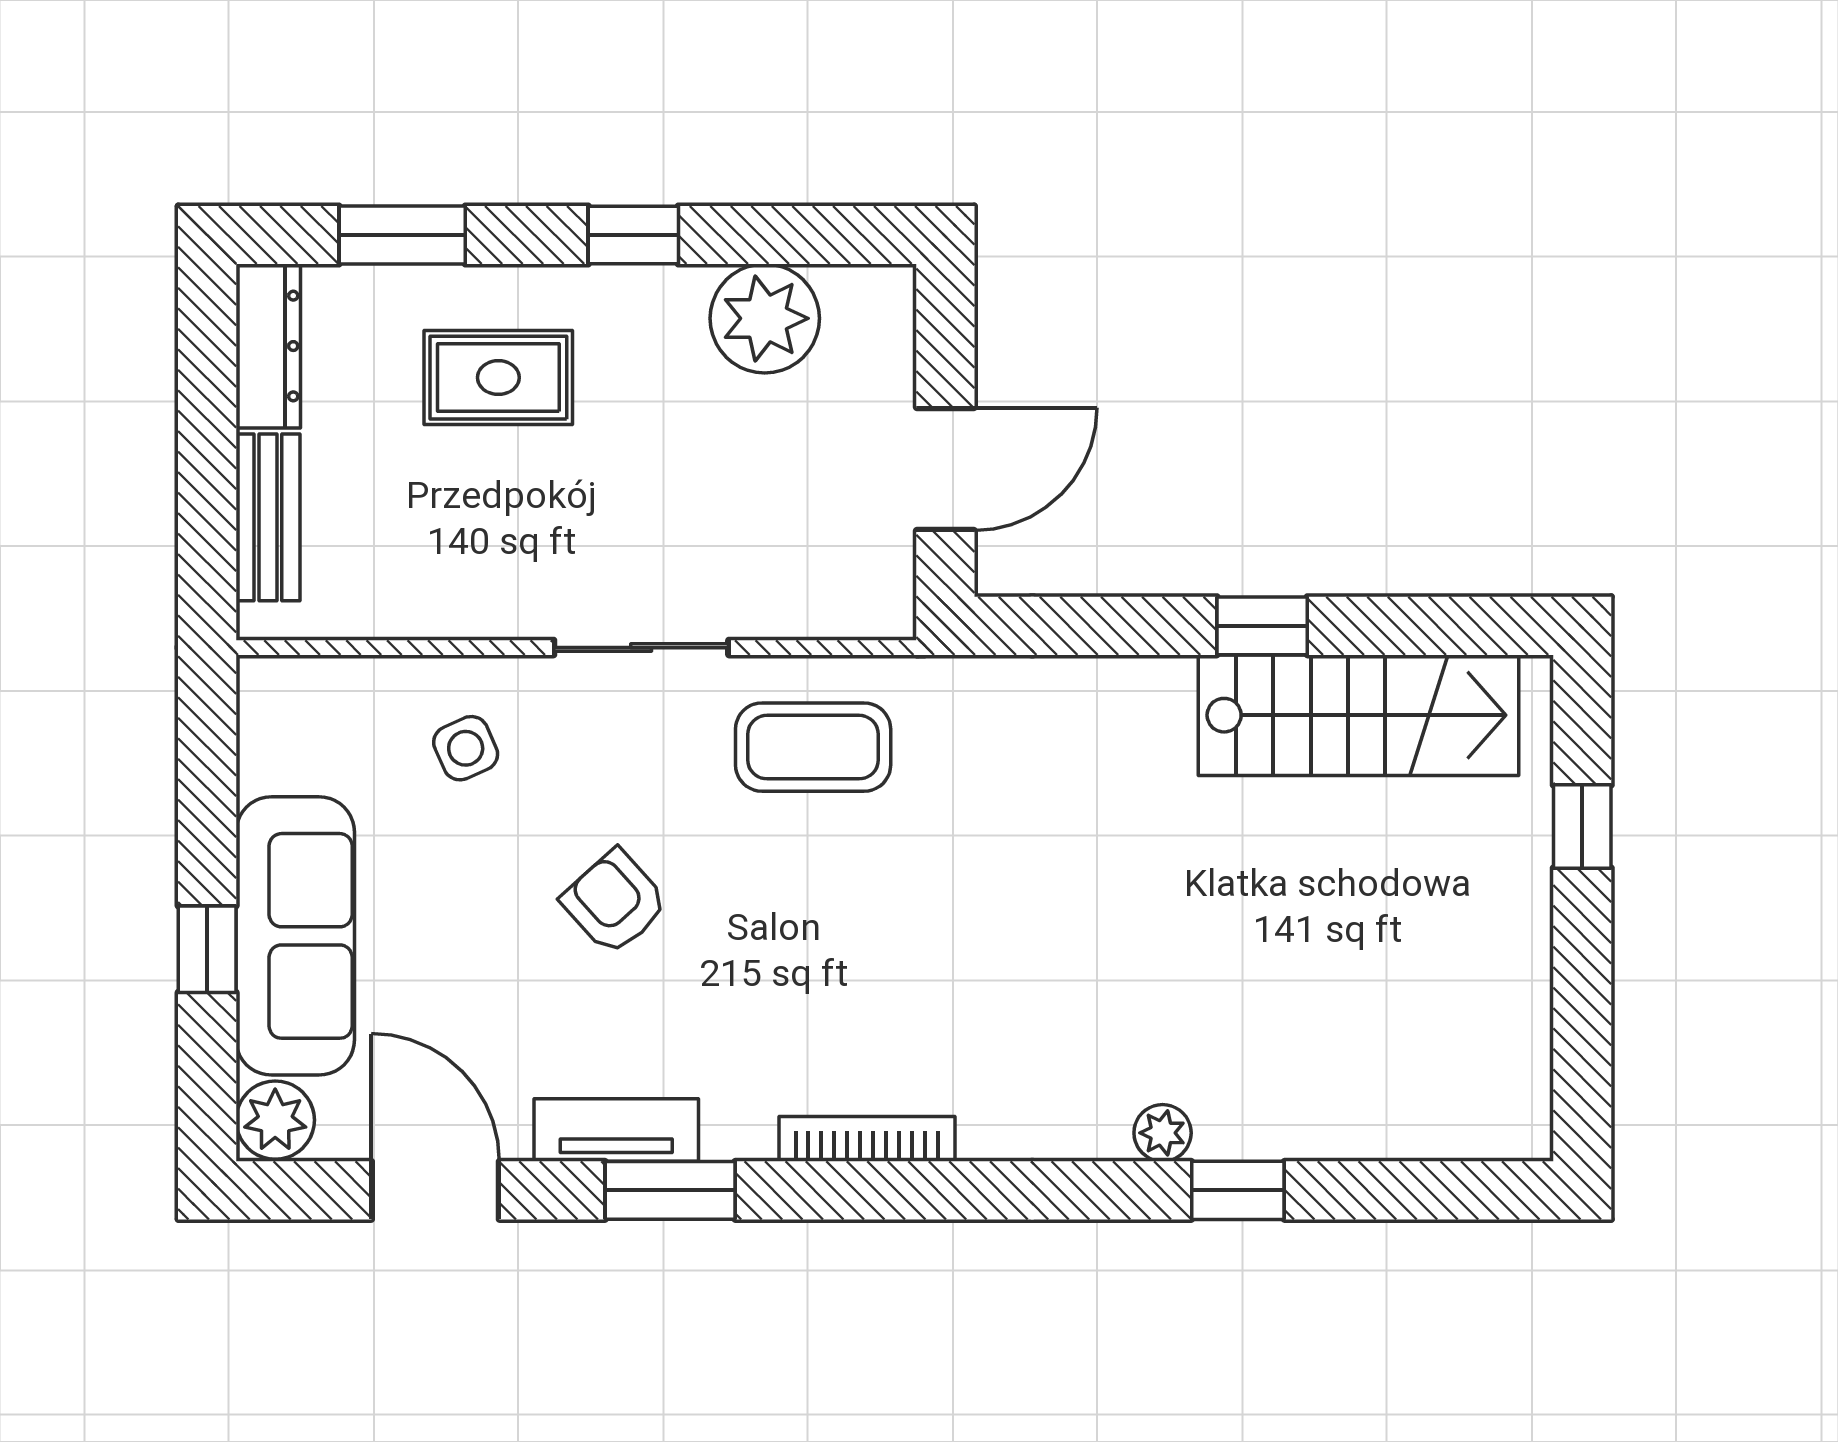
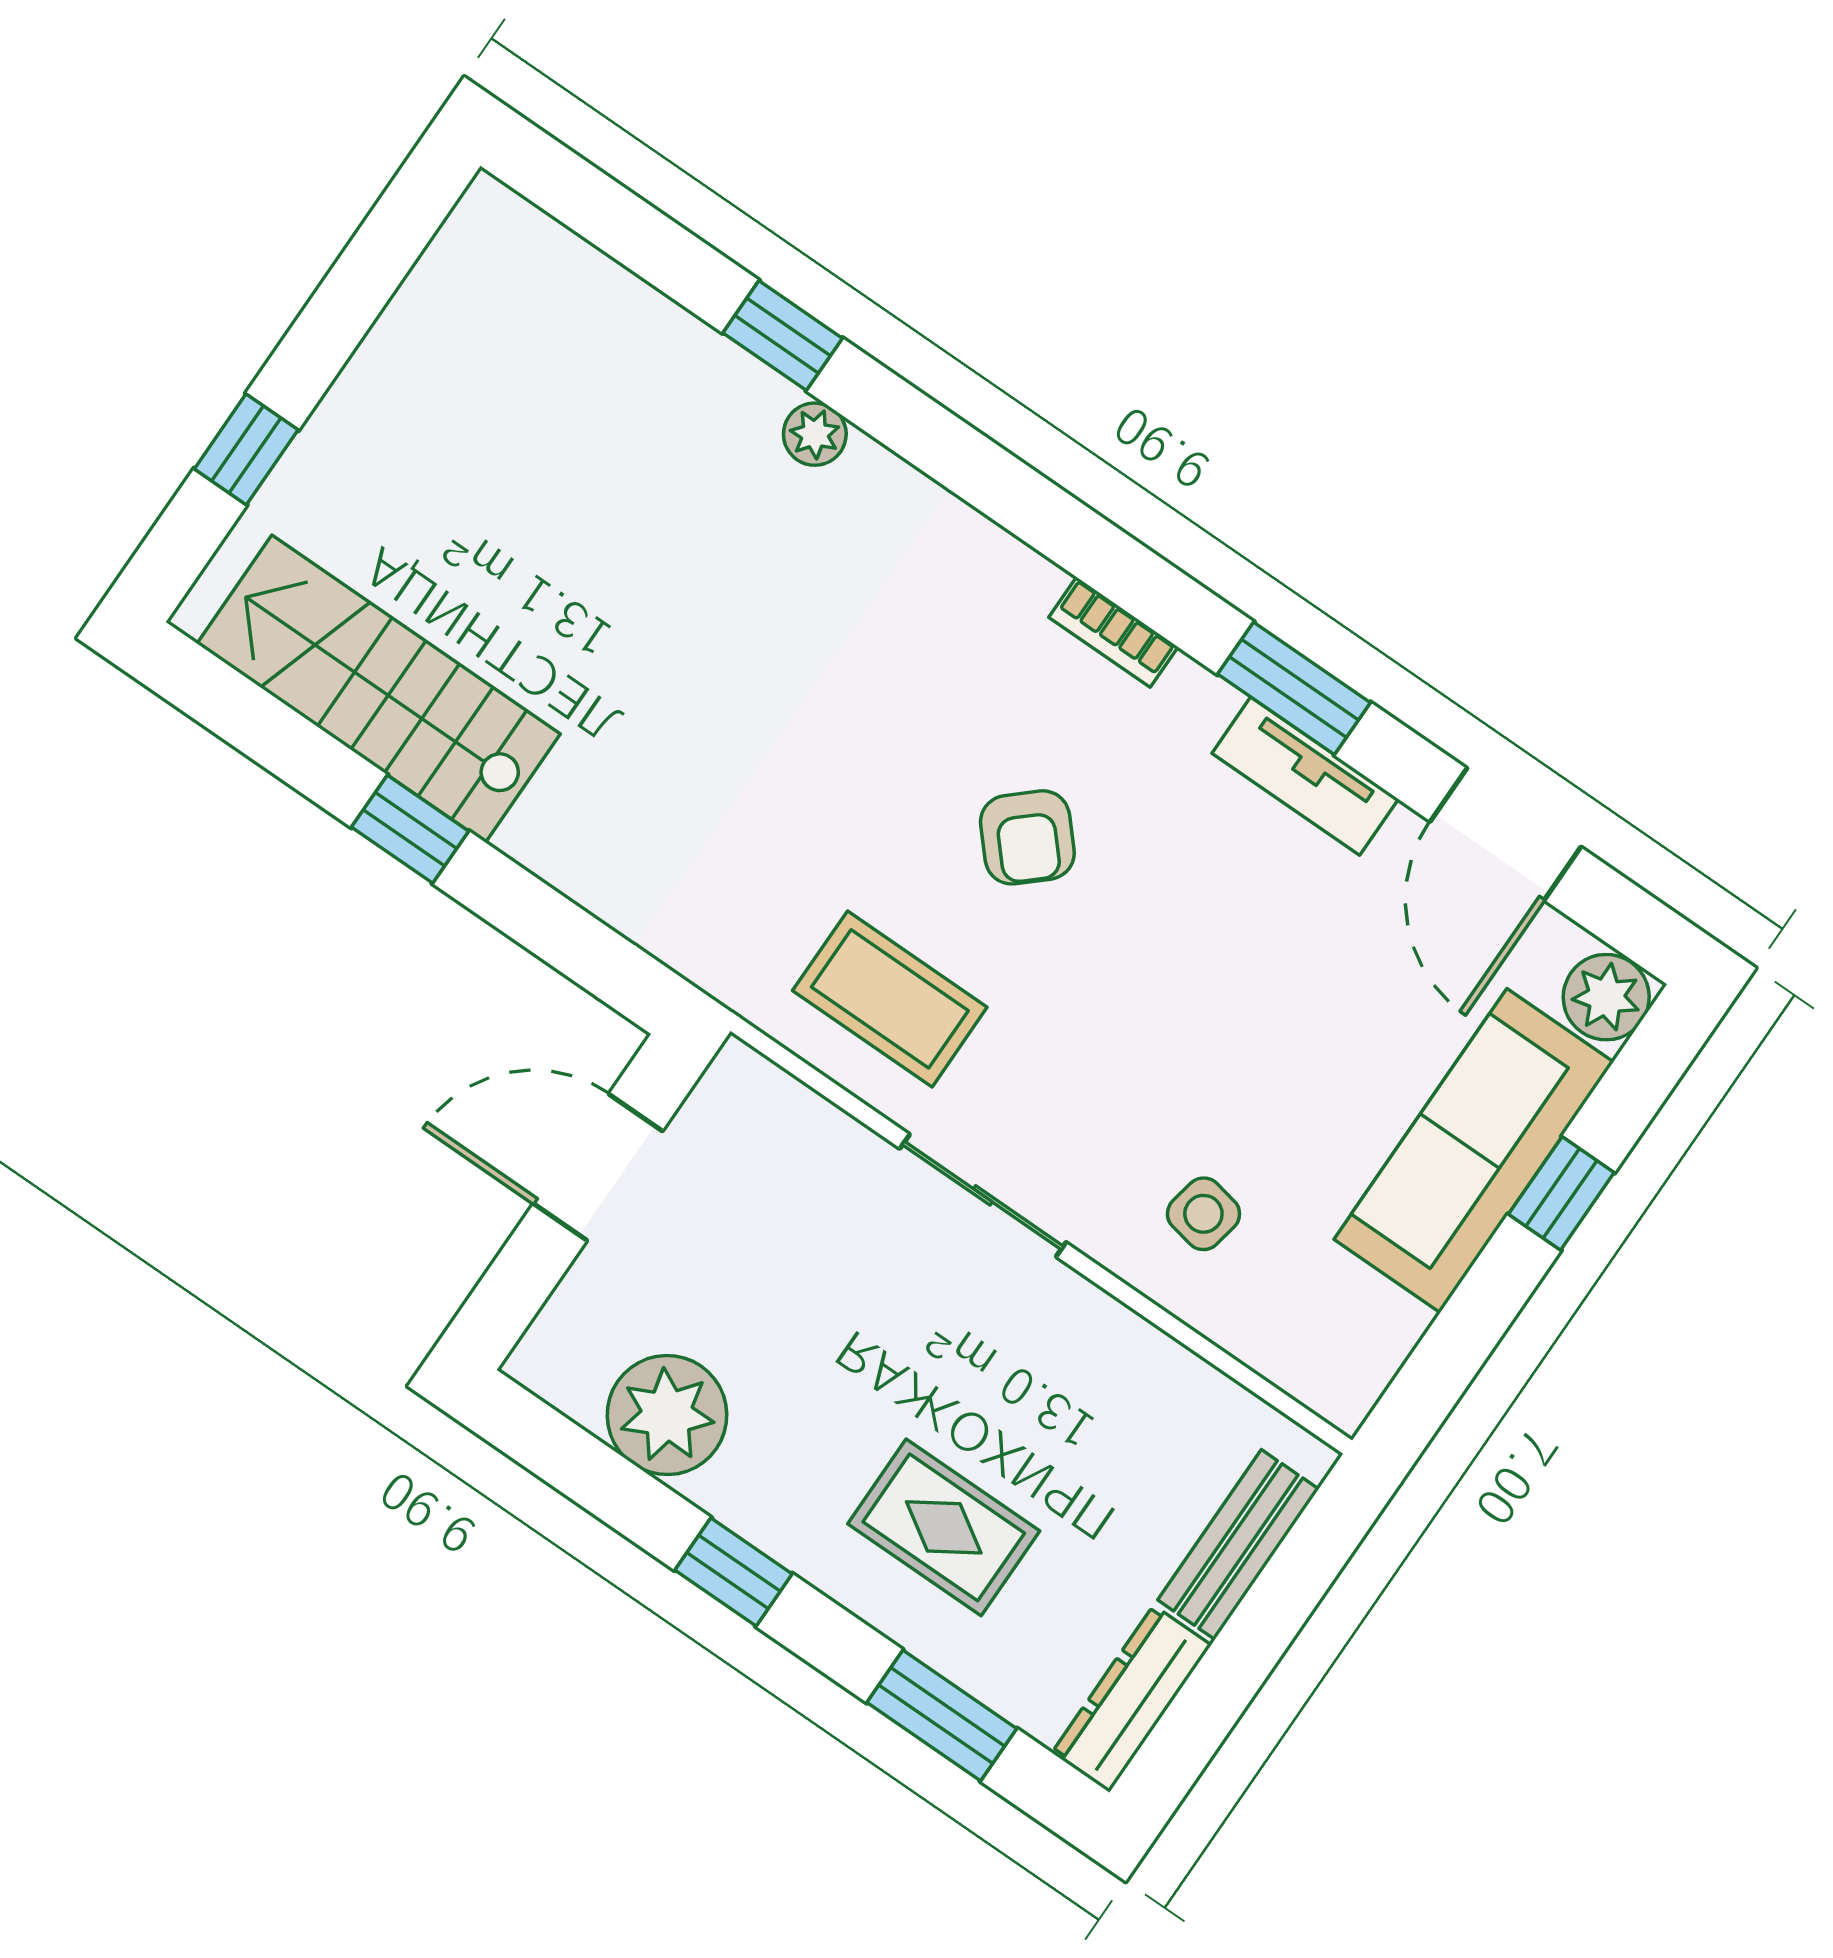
side table: (466, 748) -> (1203, 1214), turned 35
armchair: (615, 902) -> (1027, 837), moved
bookcase: (867, 1139) -> (1113, 632), width x0.64

